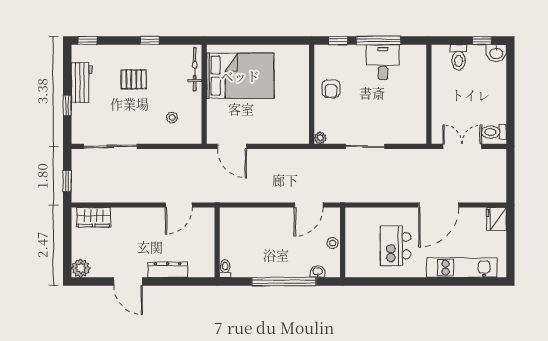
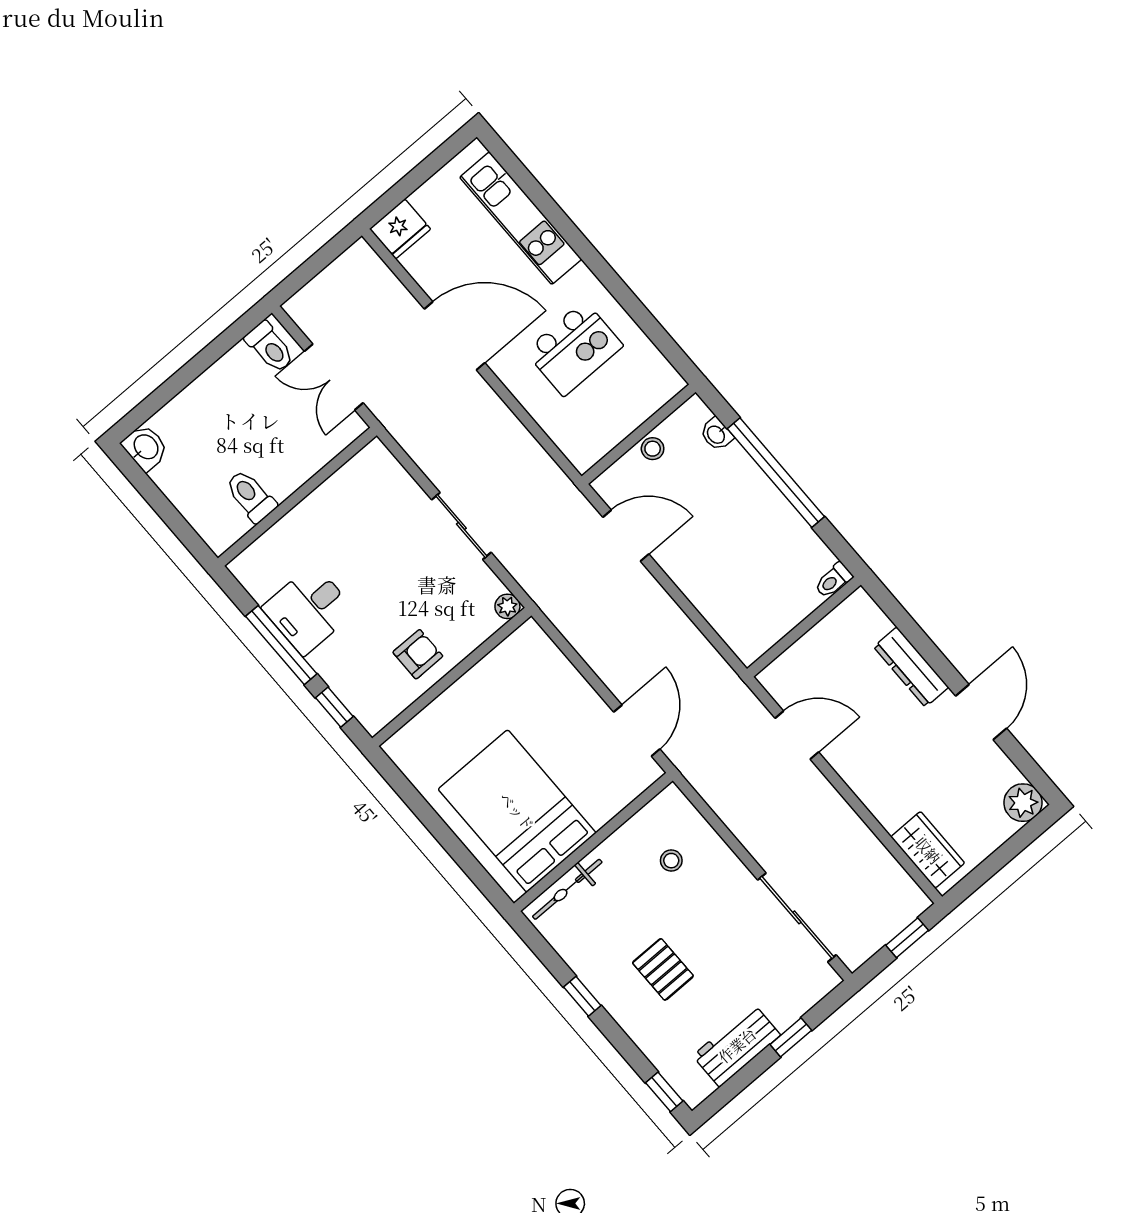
window: (482, 40) -> (145, 486), removed
toilet: (459, 57) -> (251, 496), moved, turned -90

